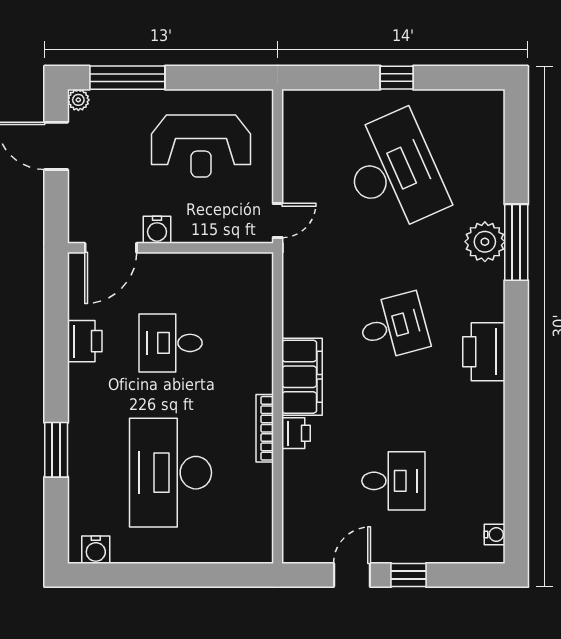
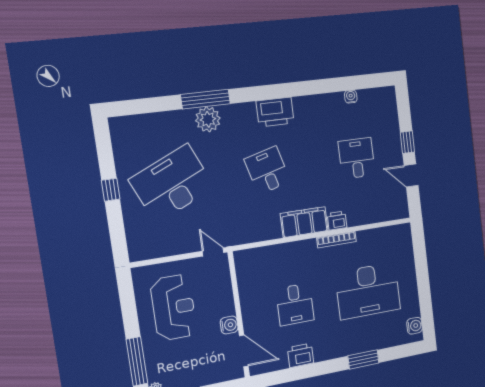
water cooler: (495, 535) -> (351, 97), moved

